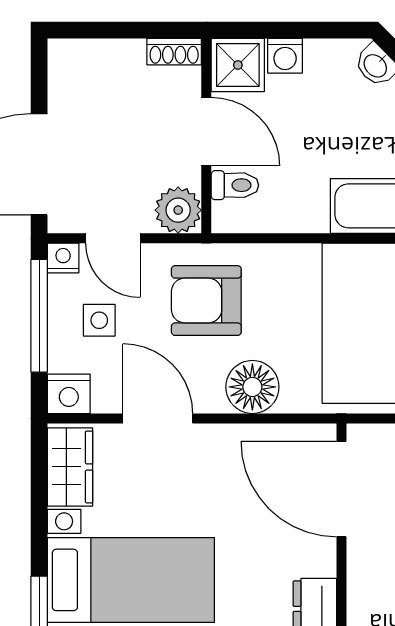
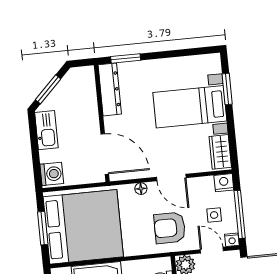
armchair: (206, 301) -> (170, 228), turned 180
floor lamp: (252, 387) -> (141, 189), width x0.53, depth x0.53
door: (158, 418) -> (171, 177), moved

